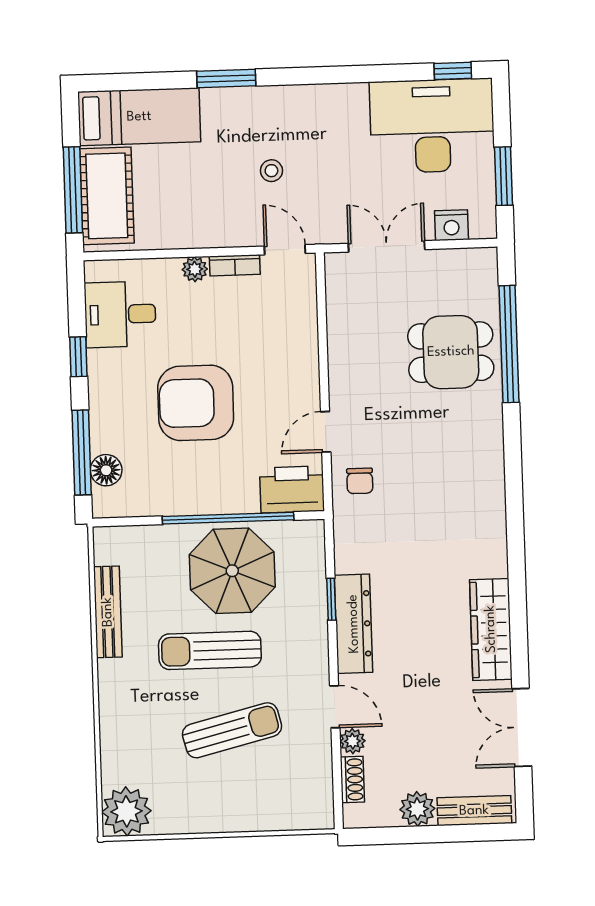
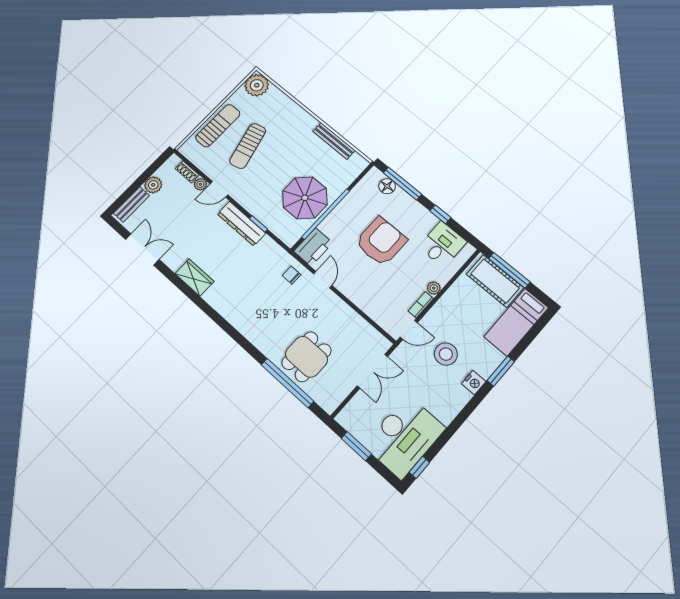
stool: (271, 171) -> (446, 354), width x1.89, depth x1.89
nightstand: (451, 225) -> (474, 383), moved, turned 180
wardrobe: (491, 629) -> (195, 277), width x0.67
sun lounger: (210, 650) -> (218, 126), moved

